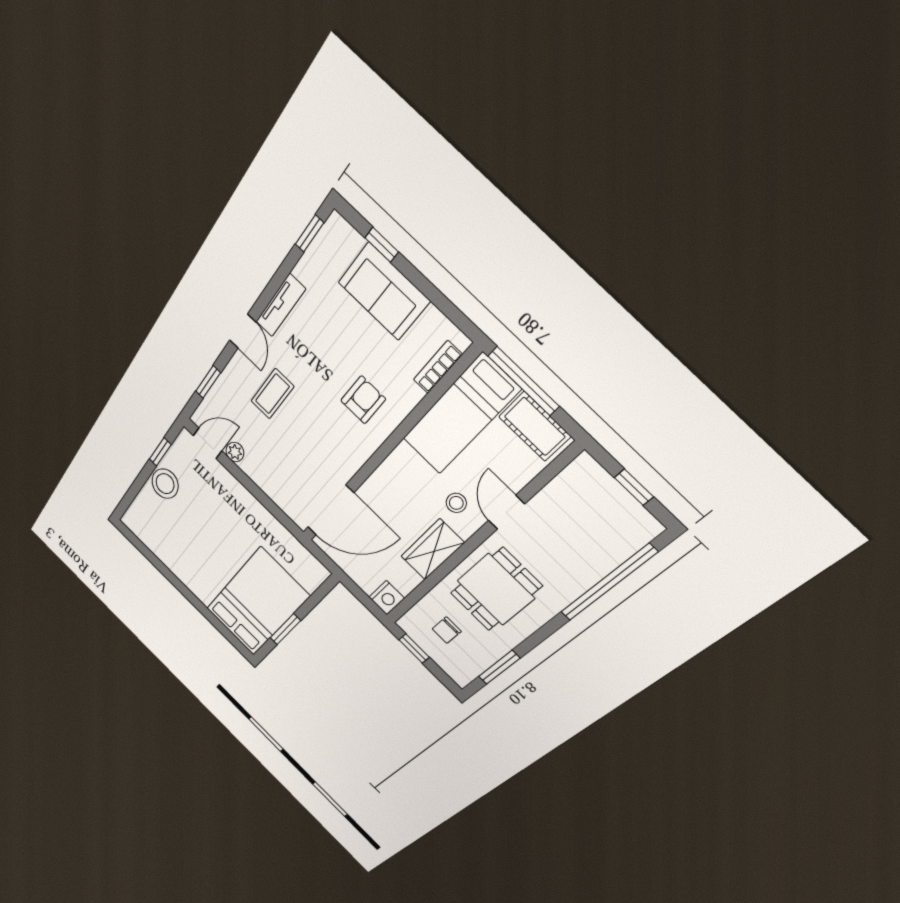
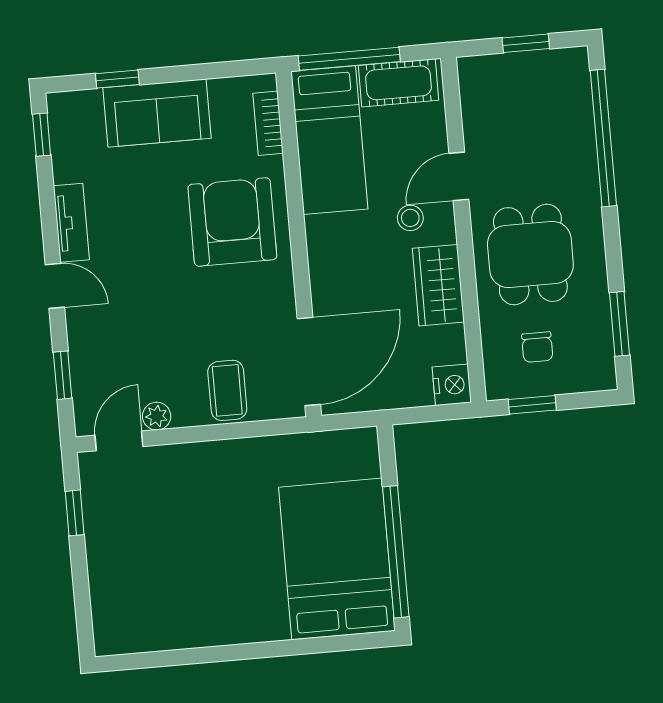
coffee table: (272, 394) -> (227, 390), moved
armchair: (363, 400) -> (232, 222), width x1.88, depth x1.88
stool: (165, 484) -> (112, 544), removed
door: (506, 512) -> (459, 176), hinge flipped
window: (285, 629) -> (396, 552), width x2.11

